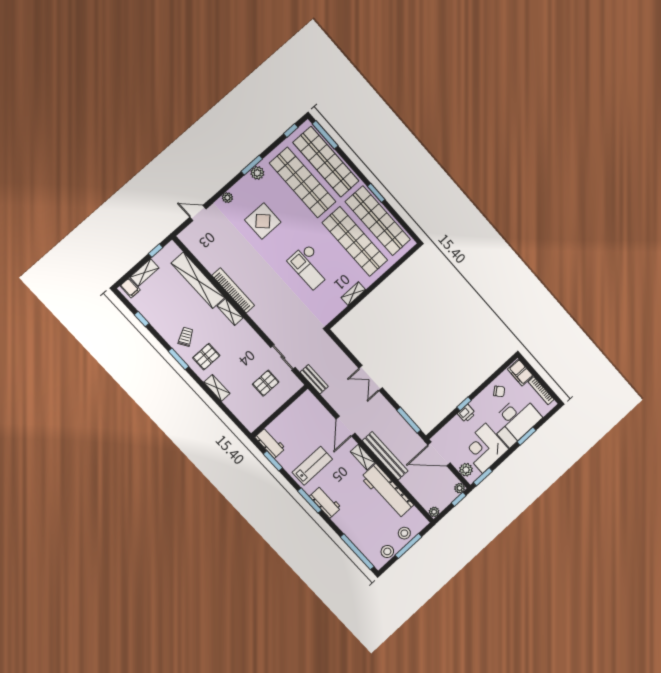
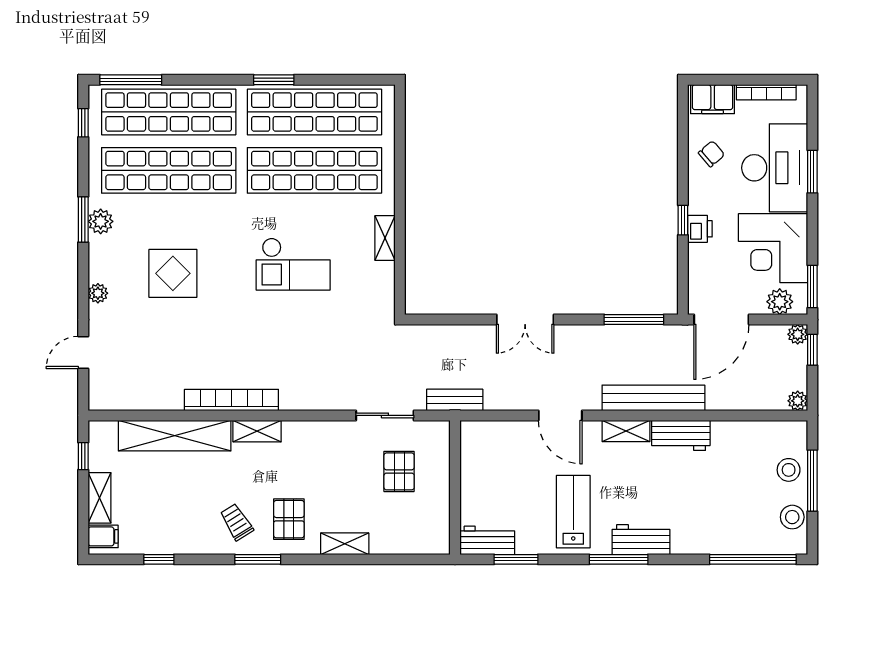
workbench: (387, 491) -> (681, 435), width x0.53, depth x0.76

